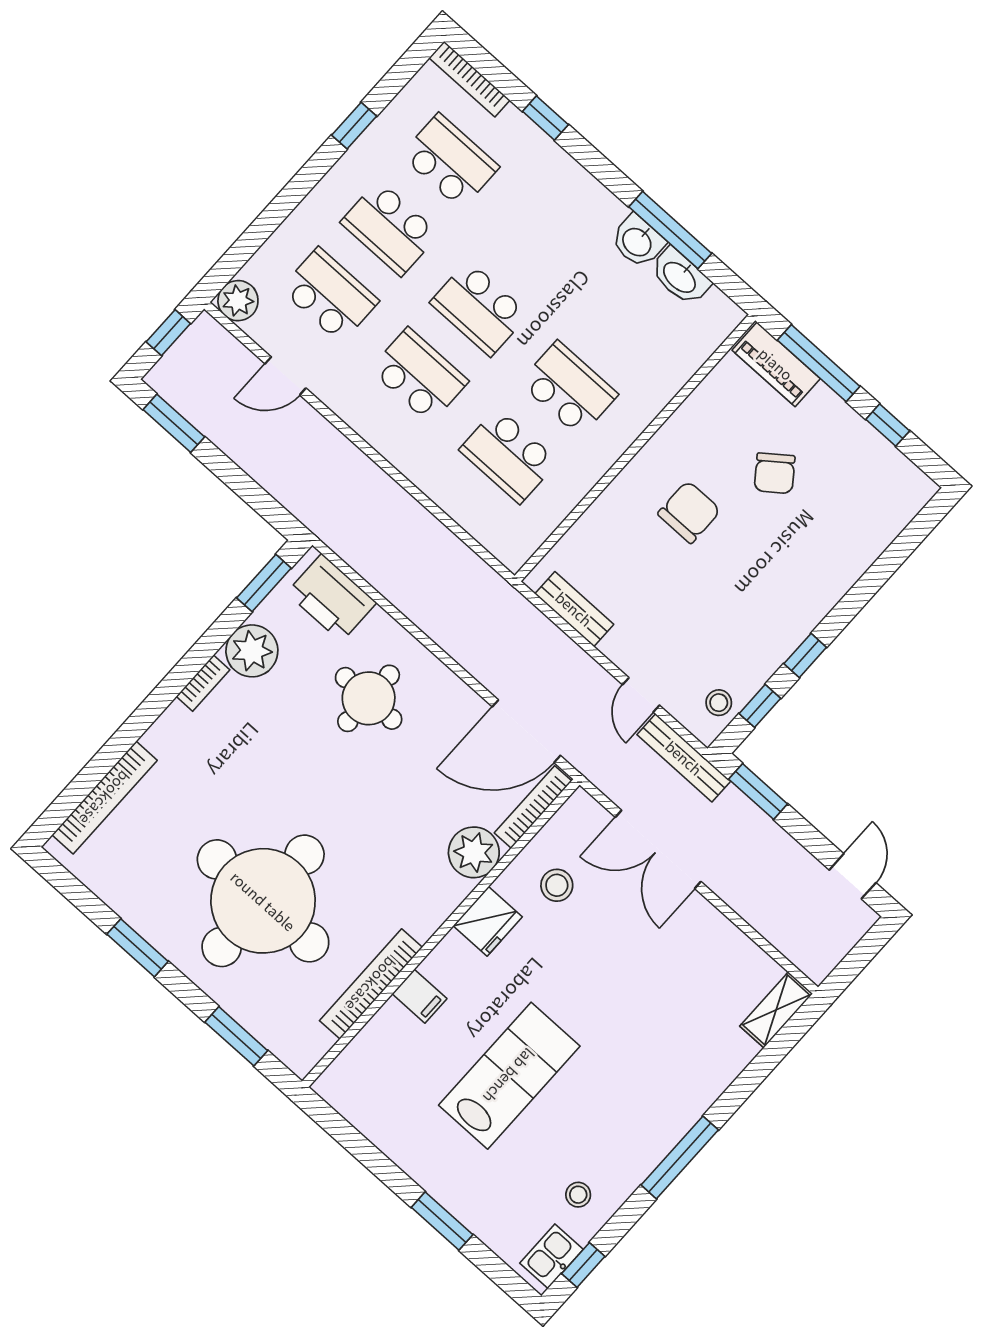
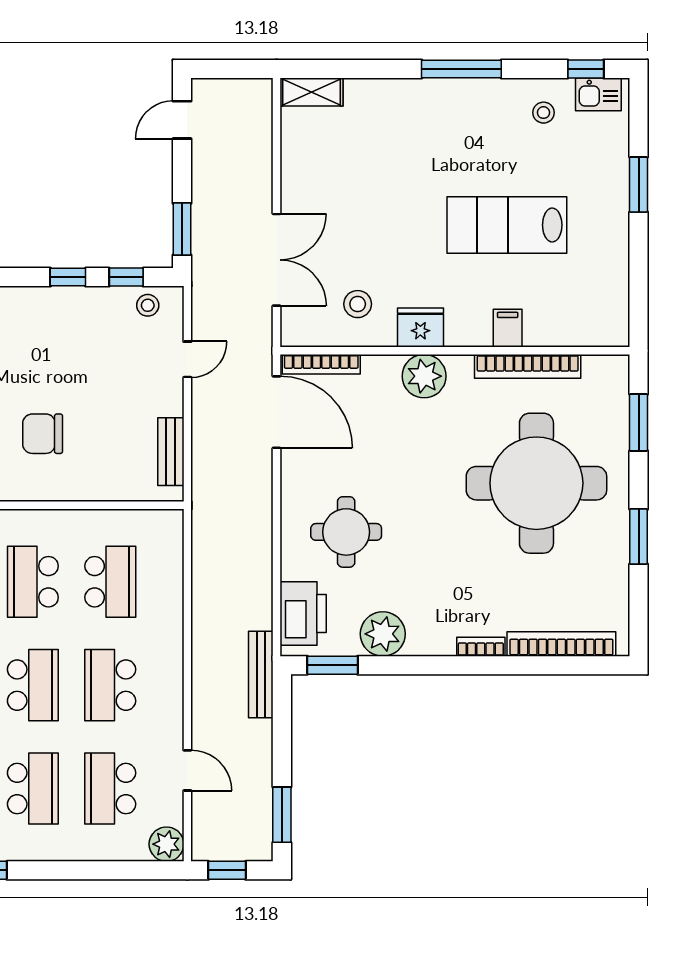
bookcase: (203, 683) -> (481, 647), moved
bench: (684, 758) -> (261, 675), moved
plant: (474, 852) -> (424, 376), moved

